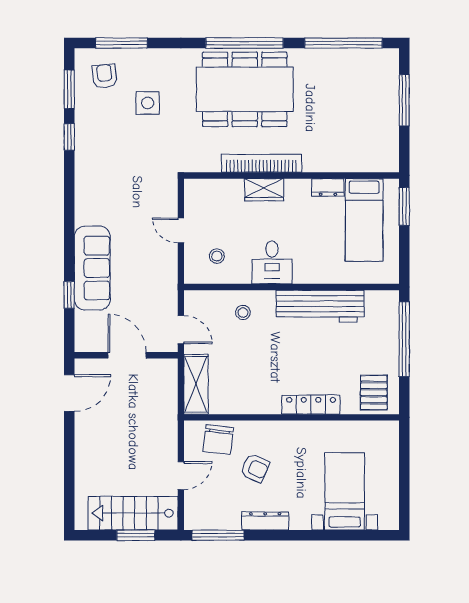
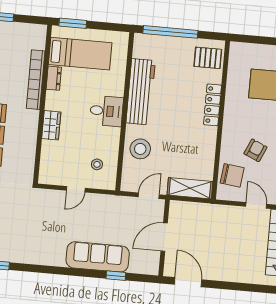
bookcase: (261, 163) -> (36, 80), moved
desk: (272, 262) -> (106, 111), moved
stool: (243, 313) -> (140, 149), width x1.89, depth x1.89

